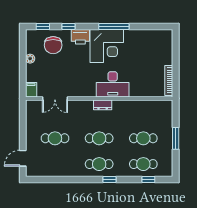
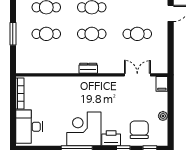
desk: (113, 84) -> (29, 127), moved, turned -90

